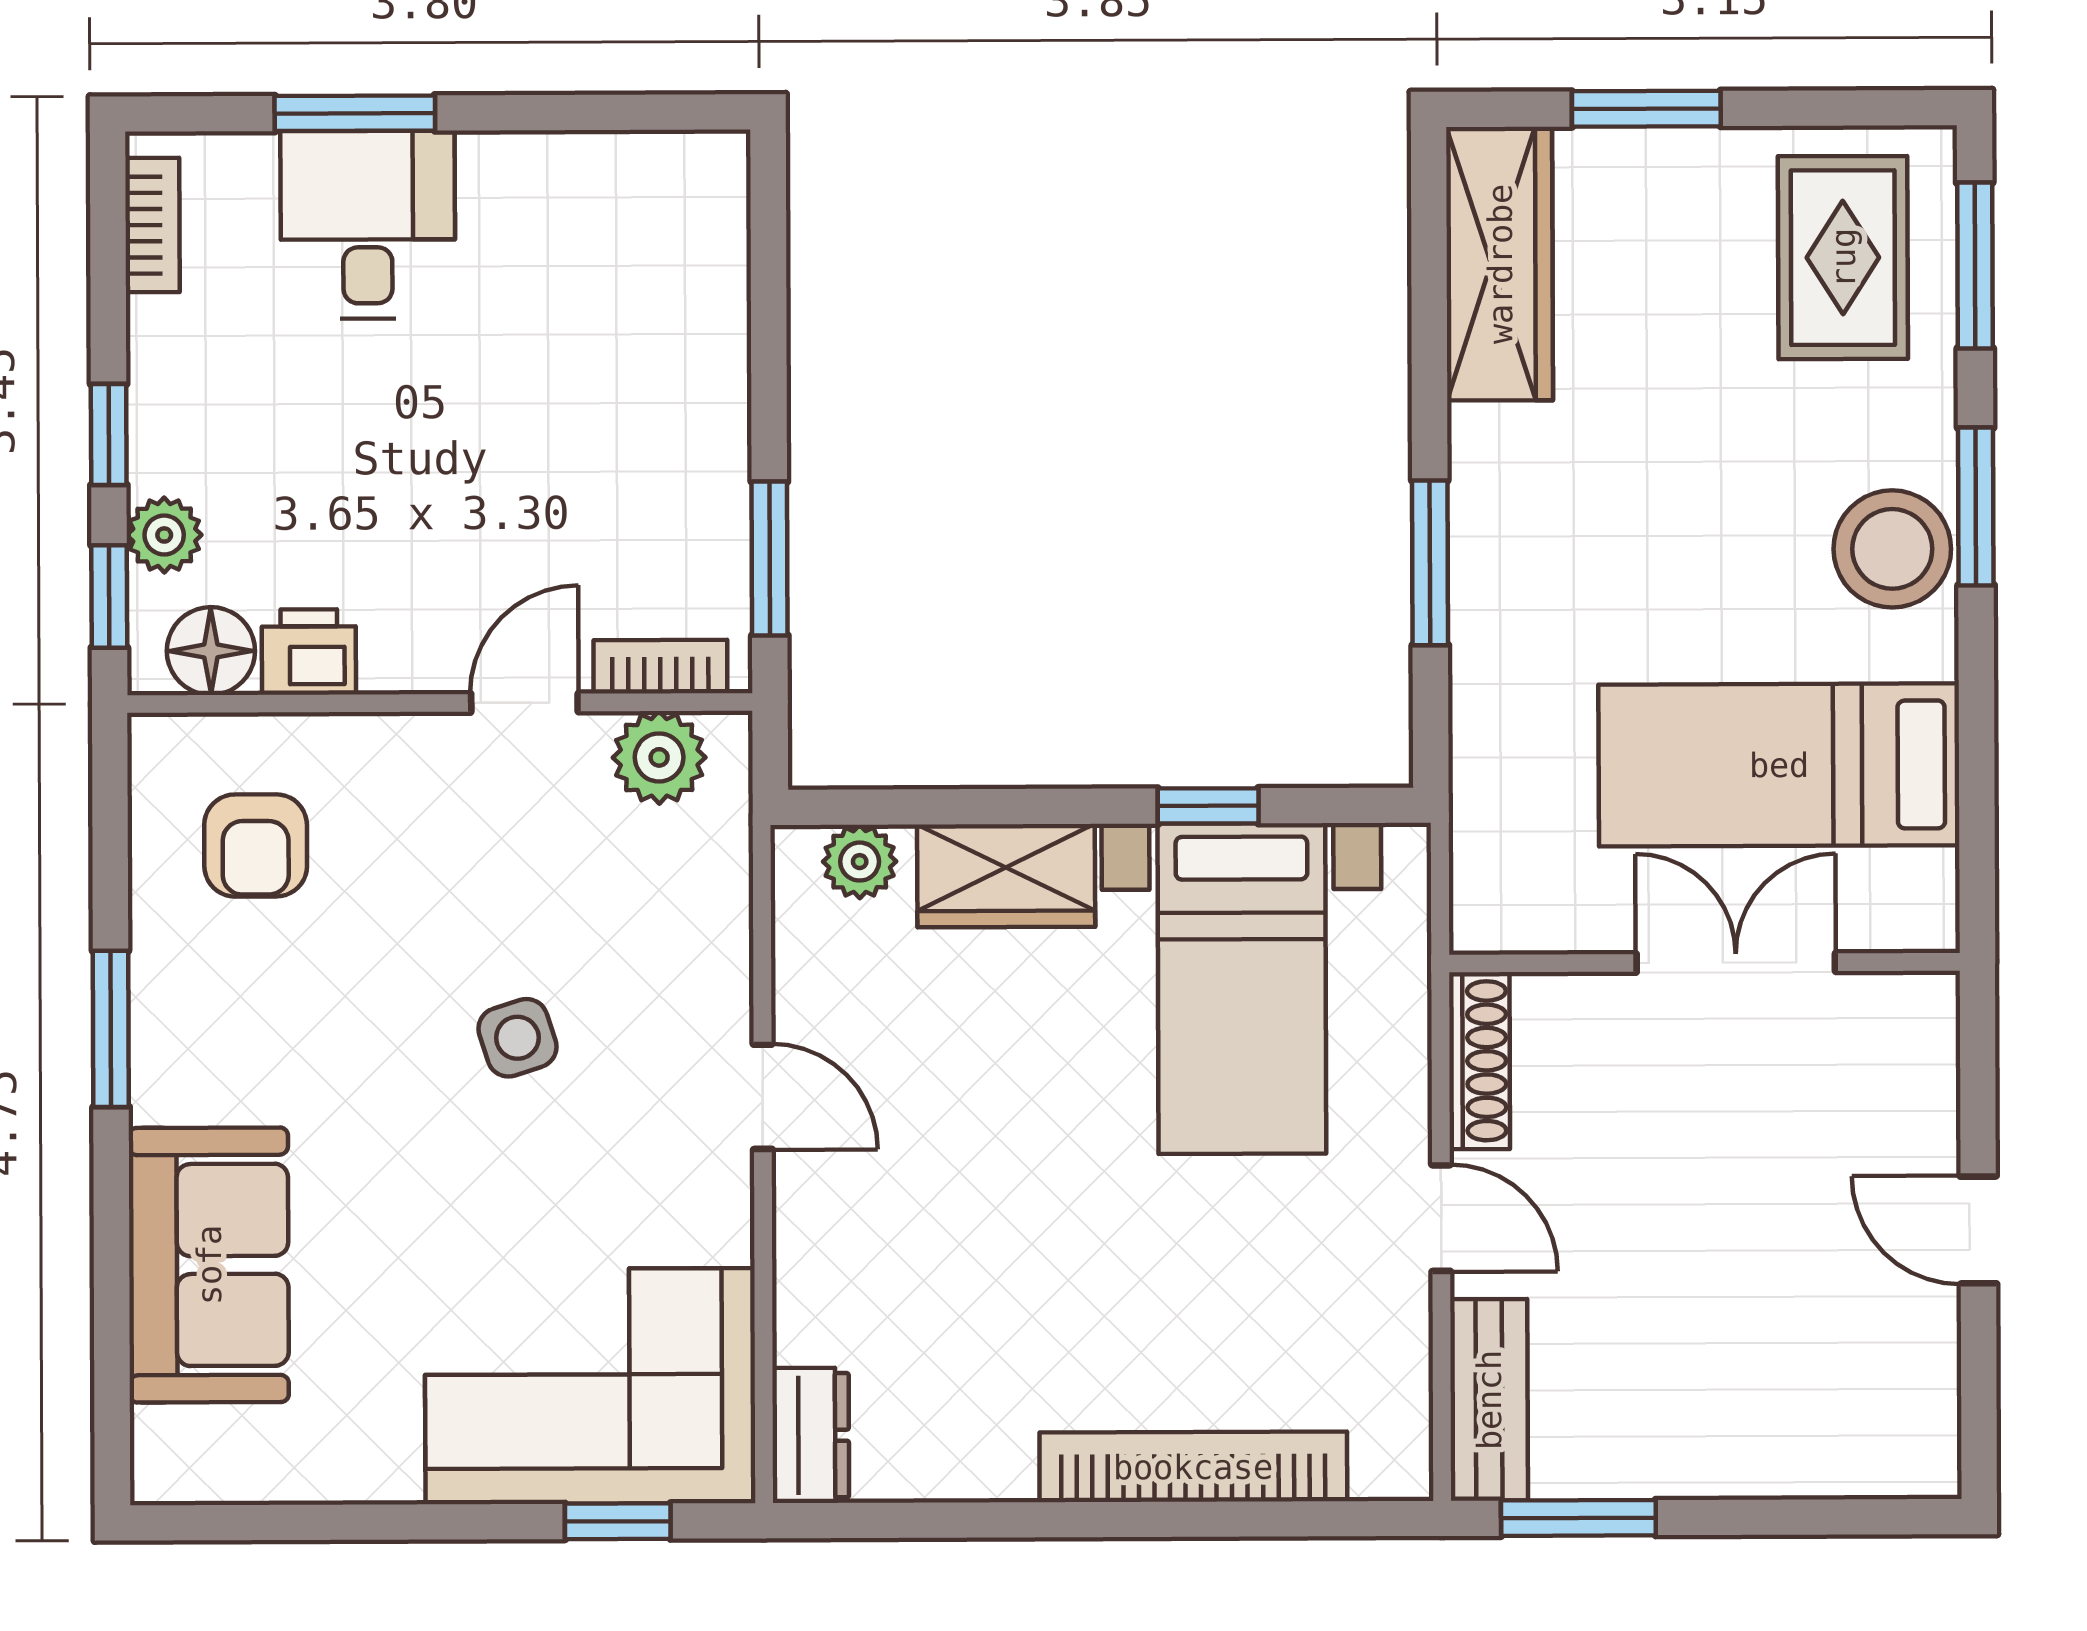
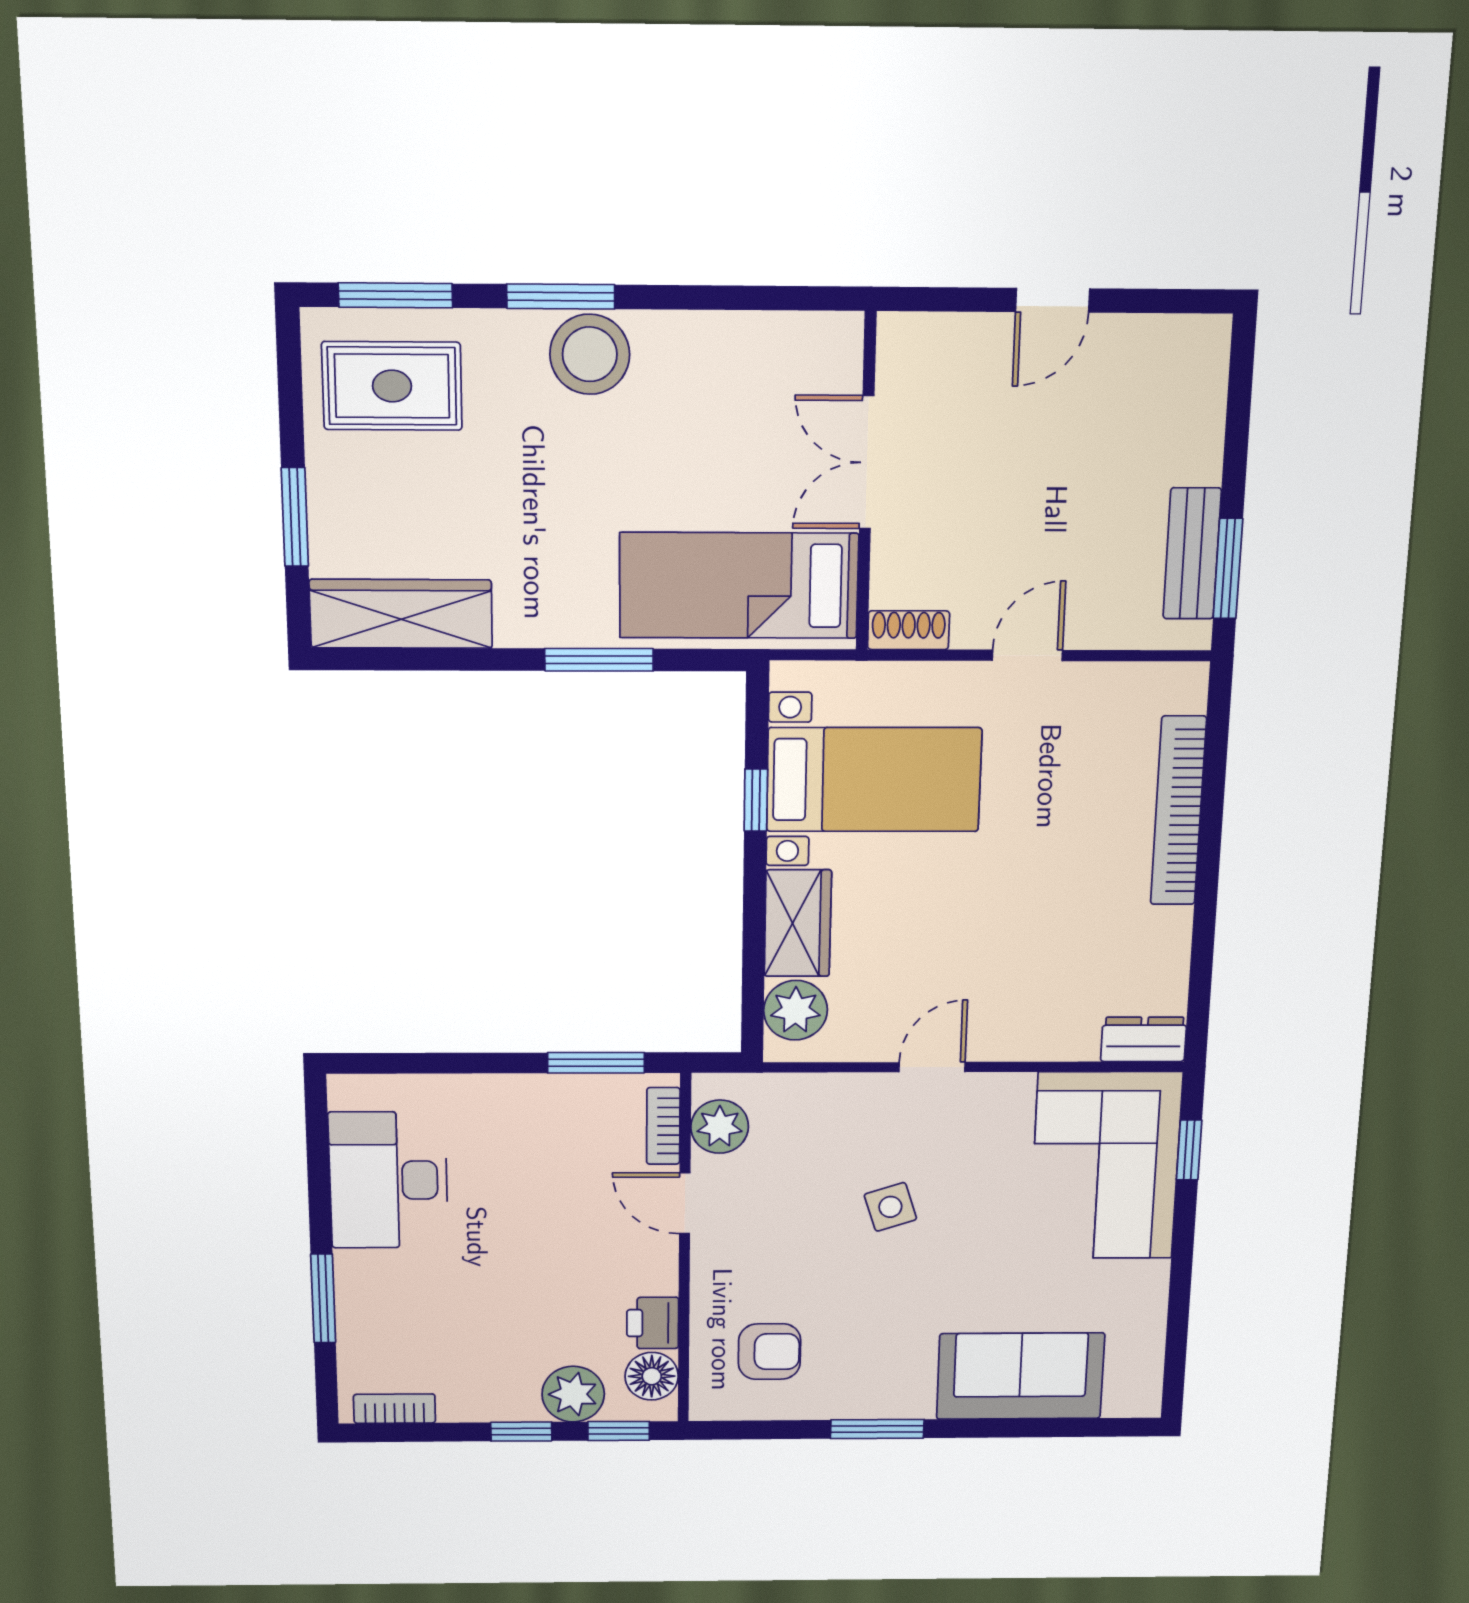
desk: (368, 225) -> (388, 1180), moved, width x1.37
plant: (164, 535) -> (573, 1394), width x1.38, depth x1.38
bed: (1779, 765) -> (739, 586), moved, turned 90
plant: (860, 862) -> (796, 1010), width x1.38, depth x1.38
shoe rack: (1479, 1061) -> (909, 630), width x0.70
bench: (1489, 1400) -> (1192, 554), moved, turned 90

